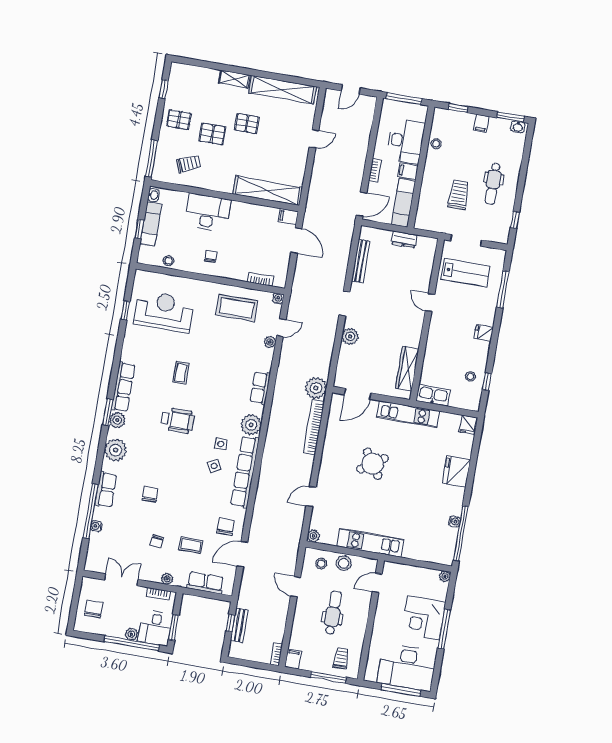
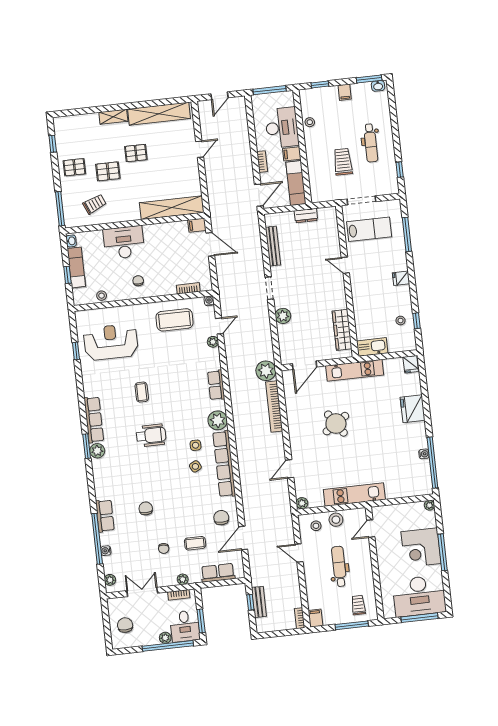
plant: (116, 450) -> (110, 580), moved, width x0.53, depth x0.53

